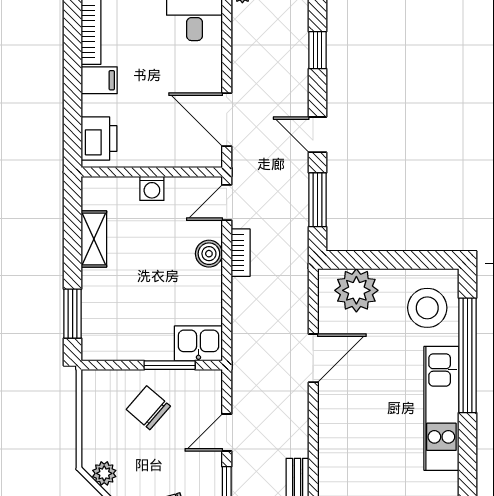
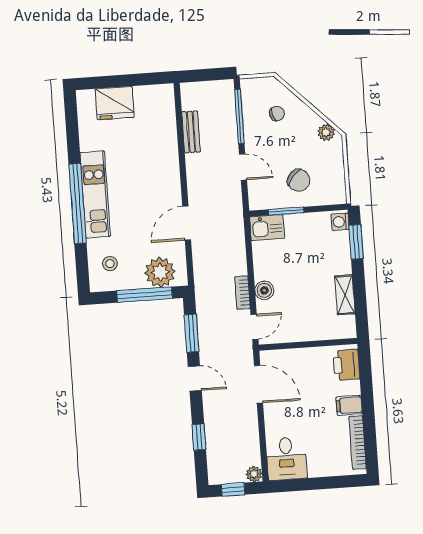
washing machine: (152, 188) -> (340, 222), moved, turned -90
window: (381, 260) -> (145, 295), added
stool: (427, 308) -> (110, 264), width x0.53, depth x0.53
window: (467, 355) -> (78, 204), moved
door: (227, 433) -> (243, 167), hinge flipped

